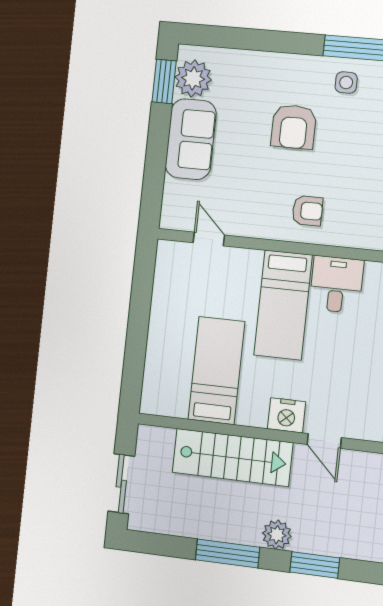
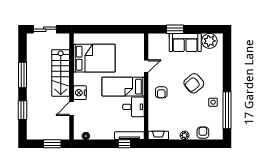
window: (164, 81) -> (175, 29), moved
armchair: (294, 127) -> (194, 83), turned -40
door: (209, 239) -> (146, 66), moved
bed: (216, 371) -> (94, 58), width x1.50
plant: (277, 535) -> (32, 94), removed

